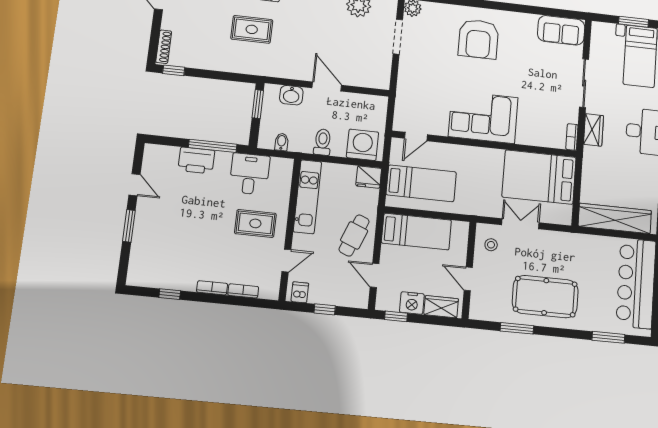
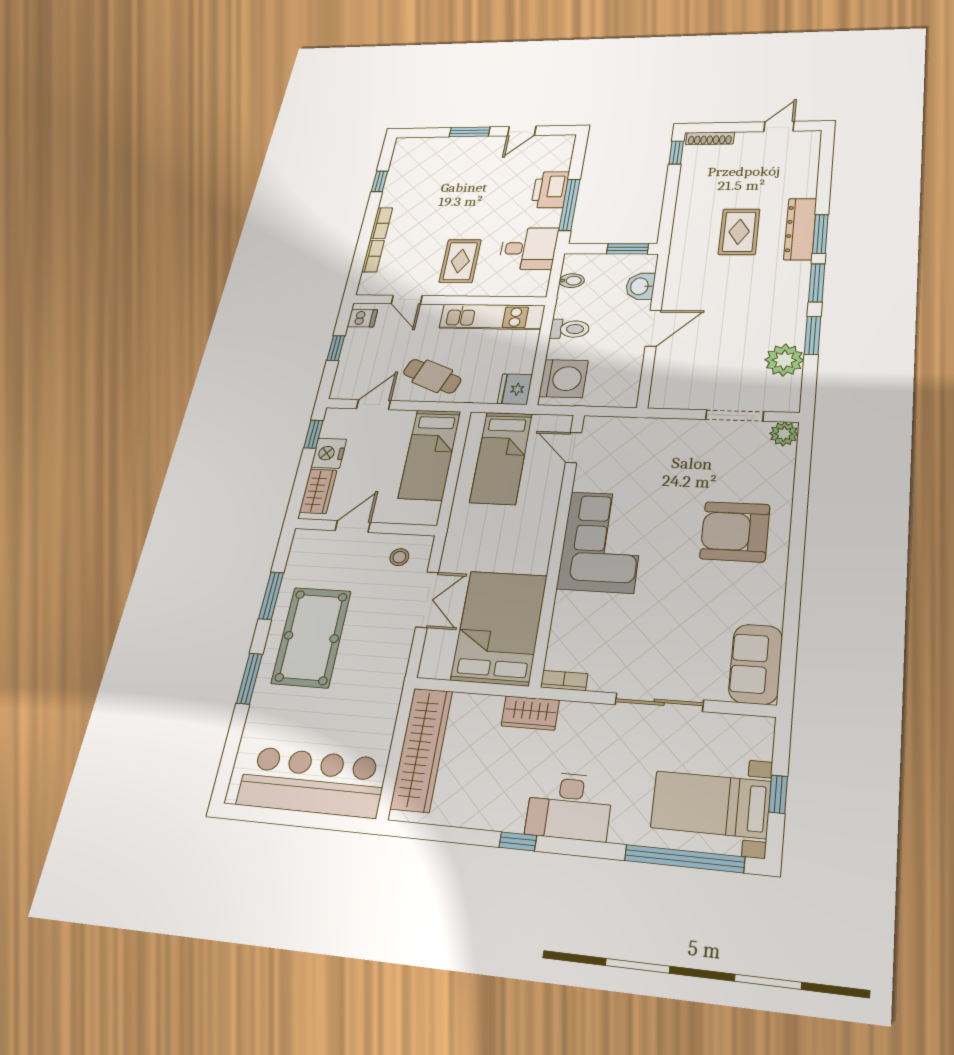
window: (633, 22) -> (778, 794), width x0.67
wardrobe: (593, 130) -> (530, 713), moved
window: (608, 337) -> (249, 679), moved

